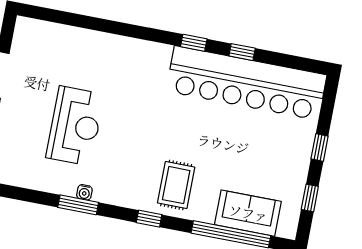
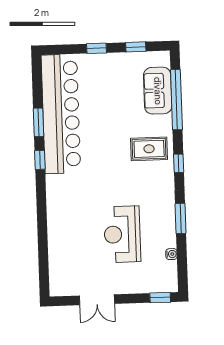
window: (242, 52) -> (39, 122), width x1.50
reception desk: (75, 126) -> (122, 234), turned -90
water cooler: (84, 192) -> (171, 254), moved

